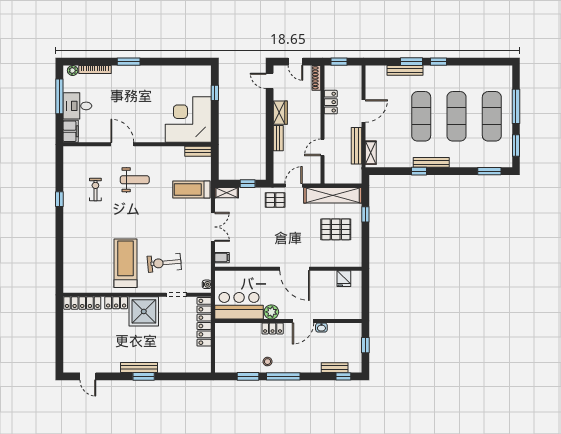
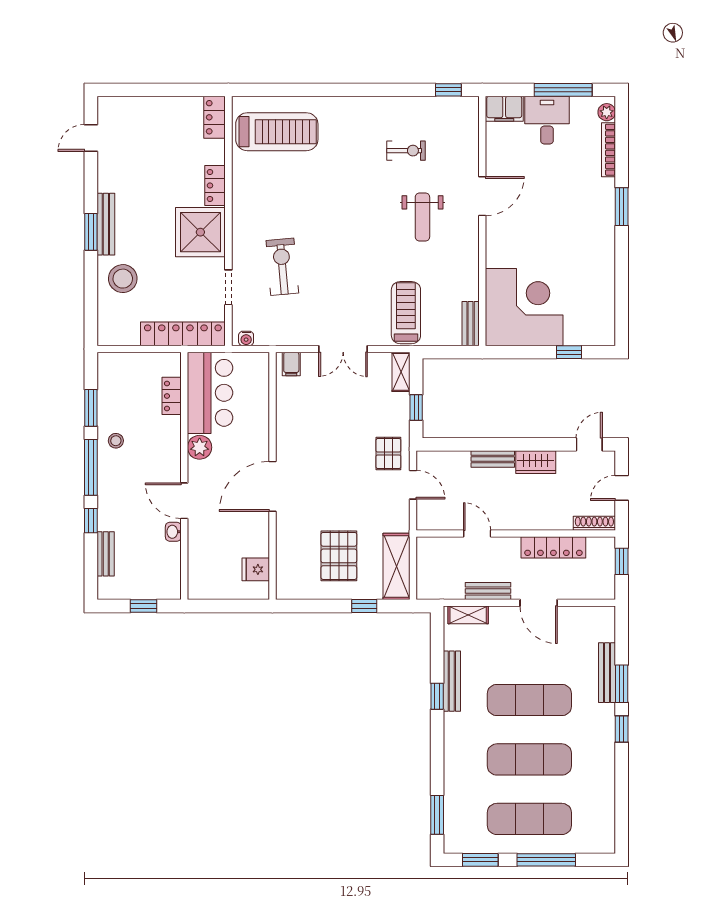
locker: (331, 102) -> (553, 547), width x1.53
bench: (357, 146) -> (488, 591), width x0.73
bench: (431, 162) -> (452, 681), moved
shelving: (333, 195) -> (397, 566), width x0.68
window: (59, 199) -> (448, 90), moved
treadmill: (125, 263) -> (277, 132), moved
locker: (82, 303) -> (215, 117), width x0.66
locker: (273, 328) -> (172, 396), moved
stool: (171, 358) -> (123, 279), added
window: (343, 376) -> (91, 521), moved

